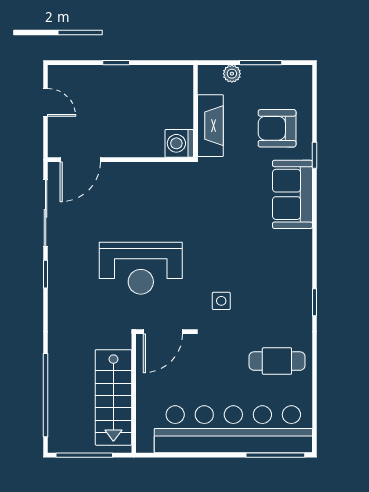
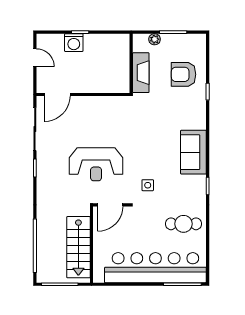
washing machine: (179, 143) -> (74, 43), moved, turned -90
sofa: (292, 194) -> (193, 152), moved

